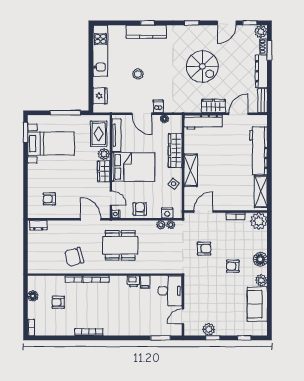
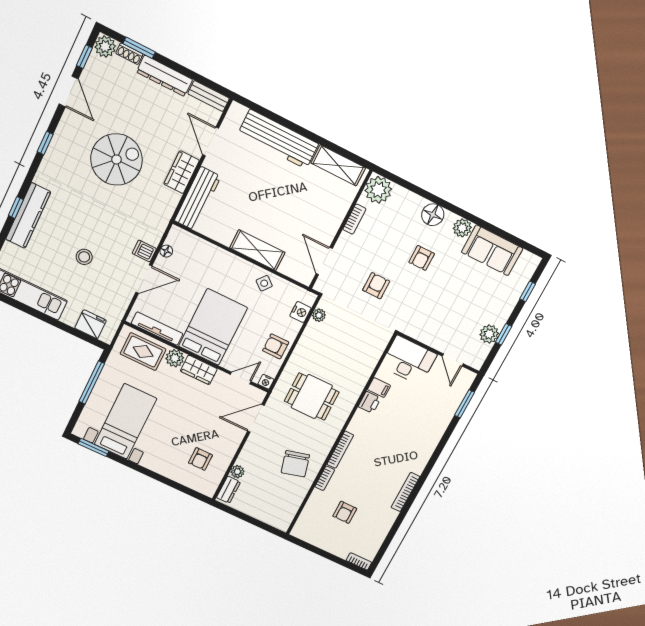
wardrobe: (175, 151) -> (219, 258), removed
plant: (161, 225) -> (237, 472), moved
dining table: (120, 245) -> (312, 397), width x0.73
floor lamp: (33, 296) -> (319, 540), removed

